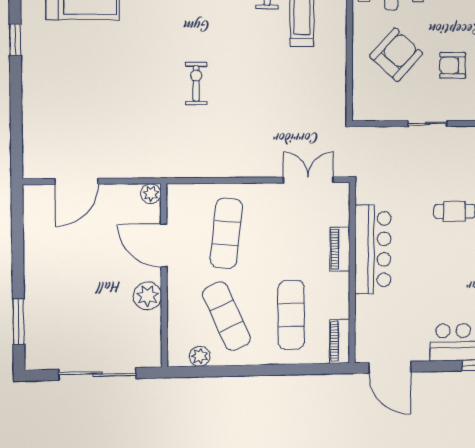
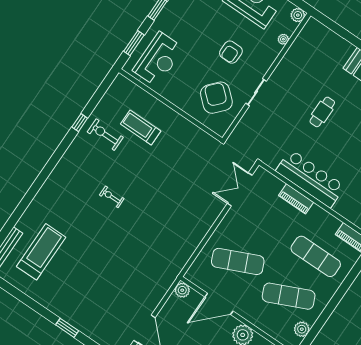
window: (15, 40) -> (67, 328), moved
armchair: (396, 55) -> (216, 98), moved
exercise bike: (196, 84) -> (112, 197), moved, width x0.73, depth x0.72
exercise mat: (226, 233) -> (238, 261), turned -30

